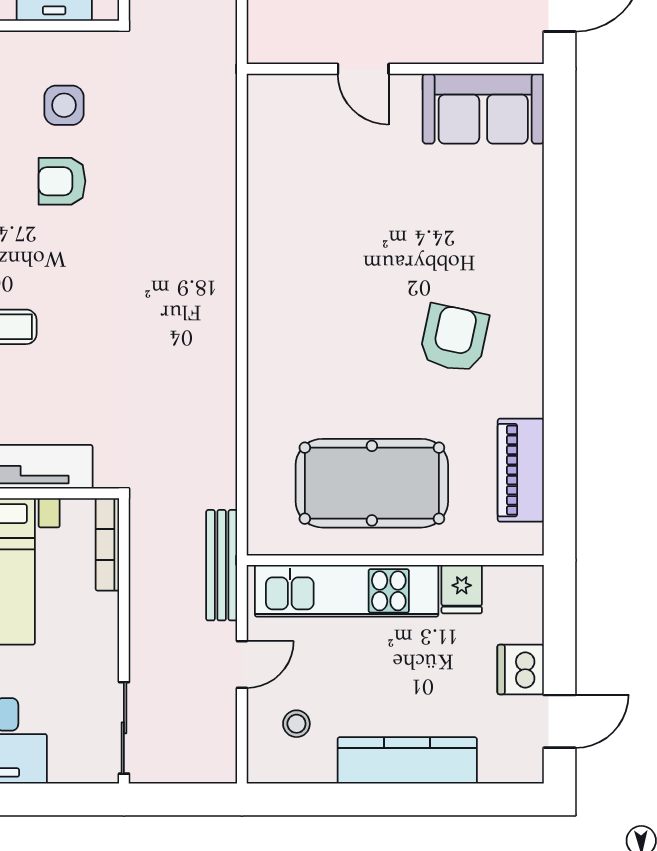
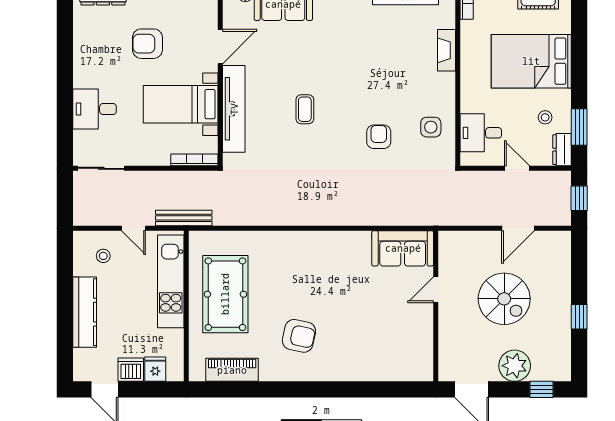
side table: (64, 105) -> (431, 127), moved
sofa: (483, 109) -> (403, 248), moved, turned -90
fridge: (462, 589) -> (155, 369), moved, turned 90

